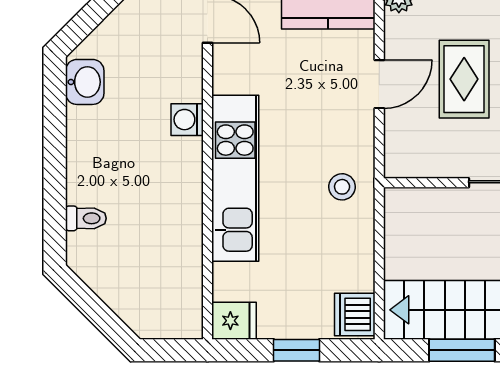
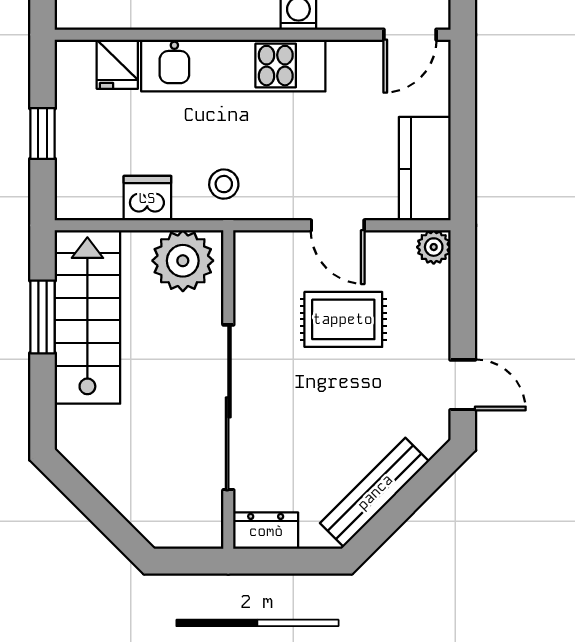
plant: (411, 224) -> (183, 261), added
dishwasher: (355, 314) -> (147, 198), moved
fridge: (234, 321) -> (117, 64), moved

